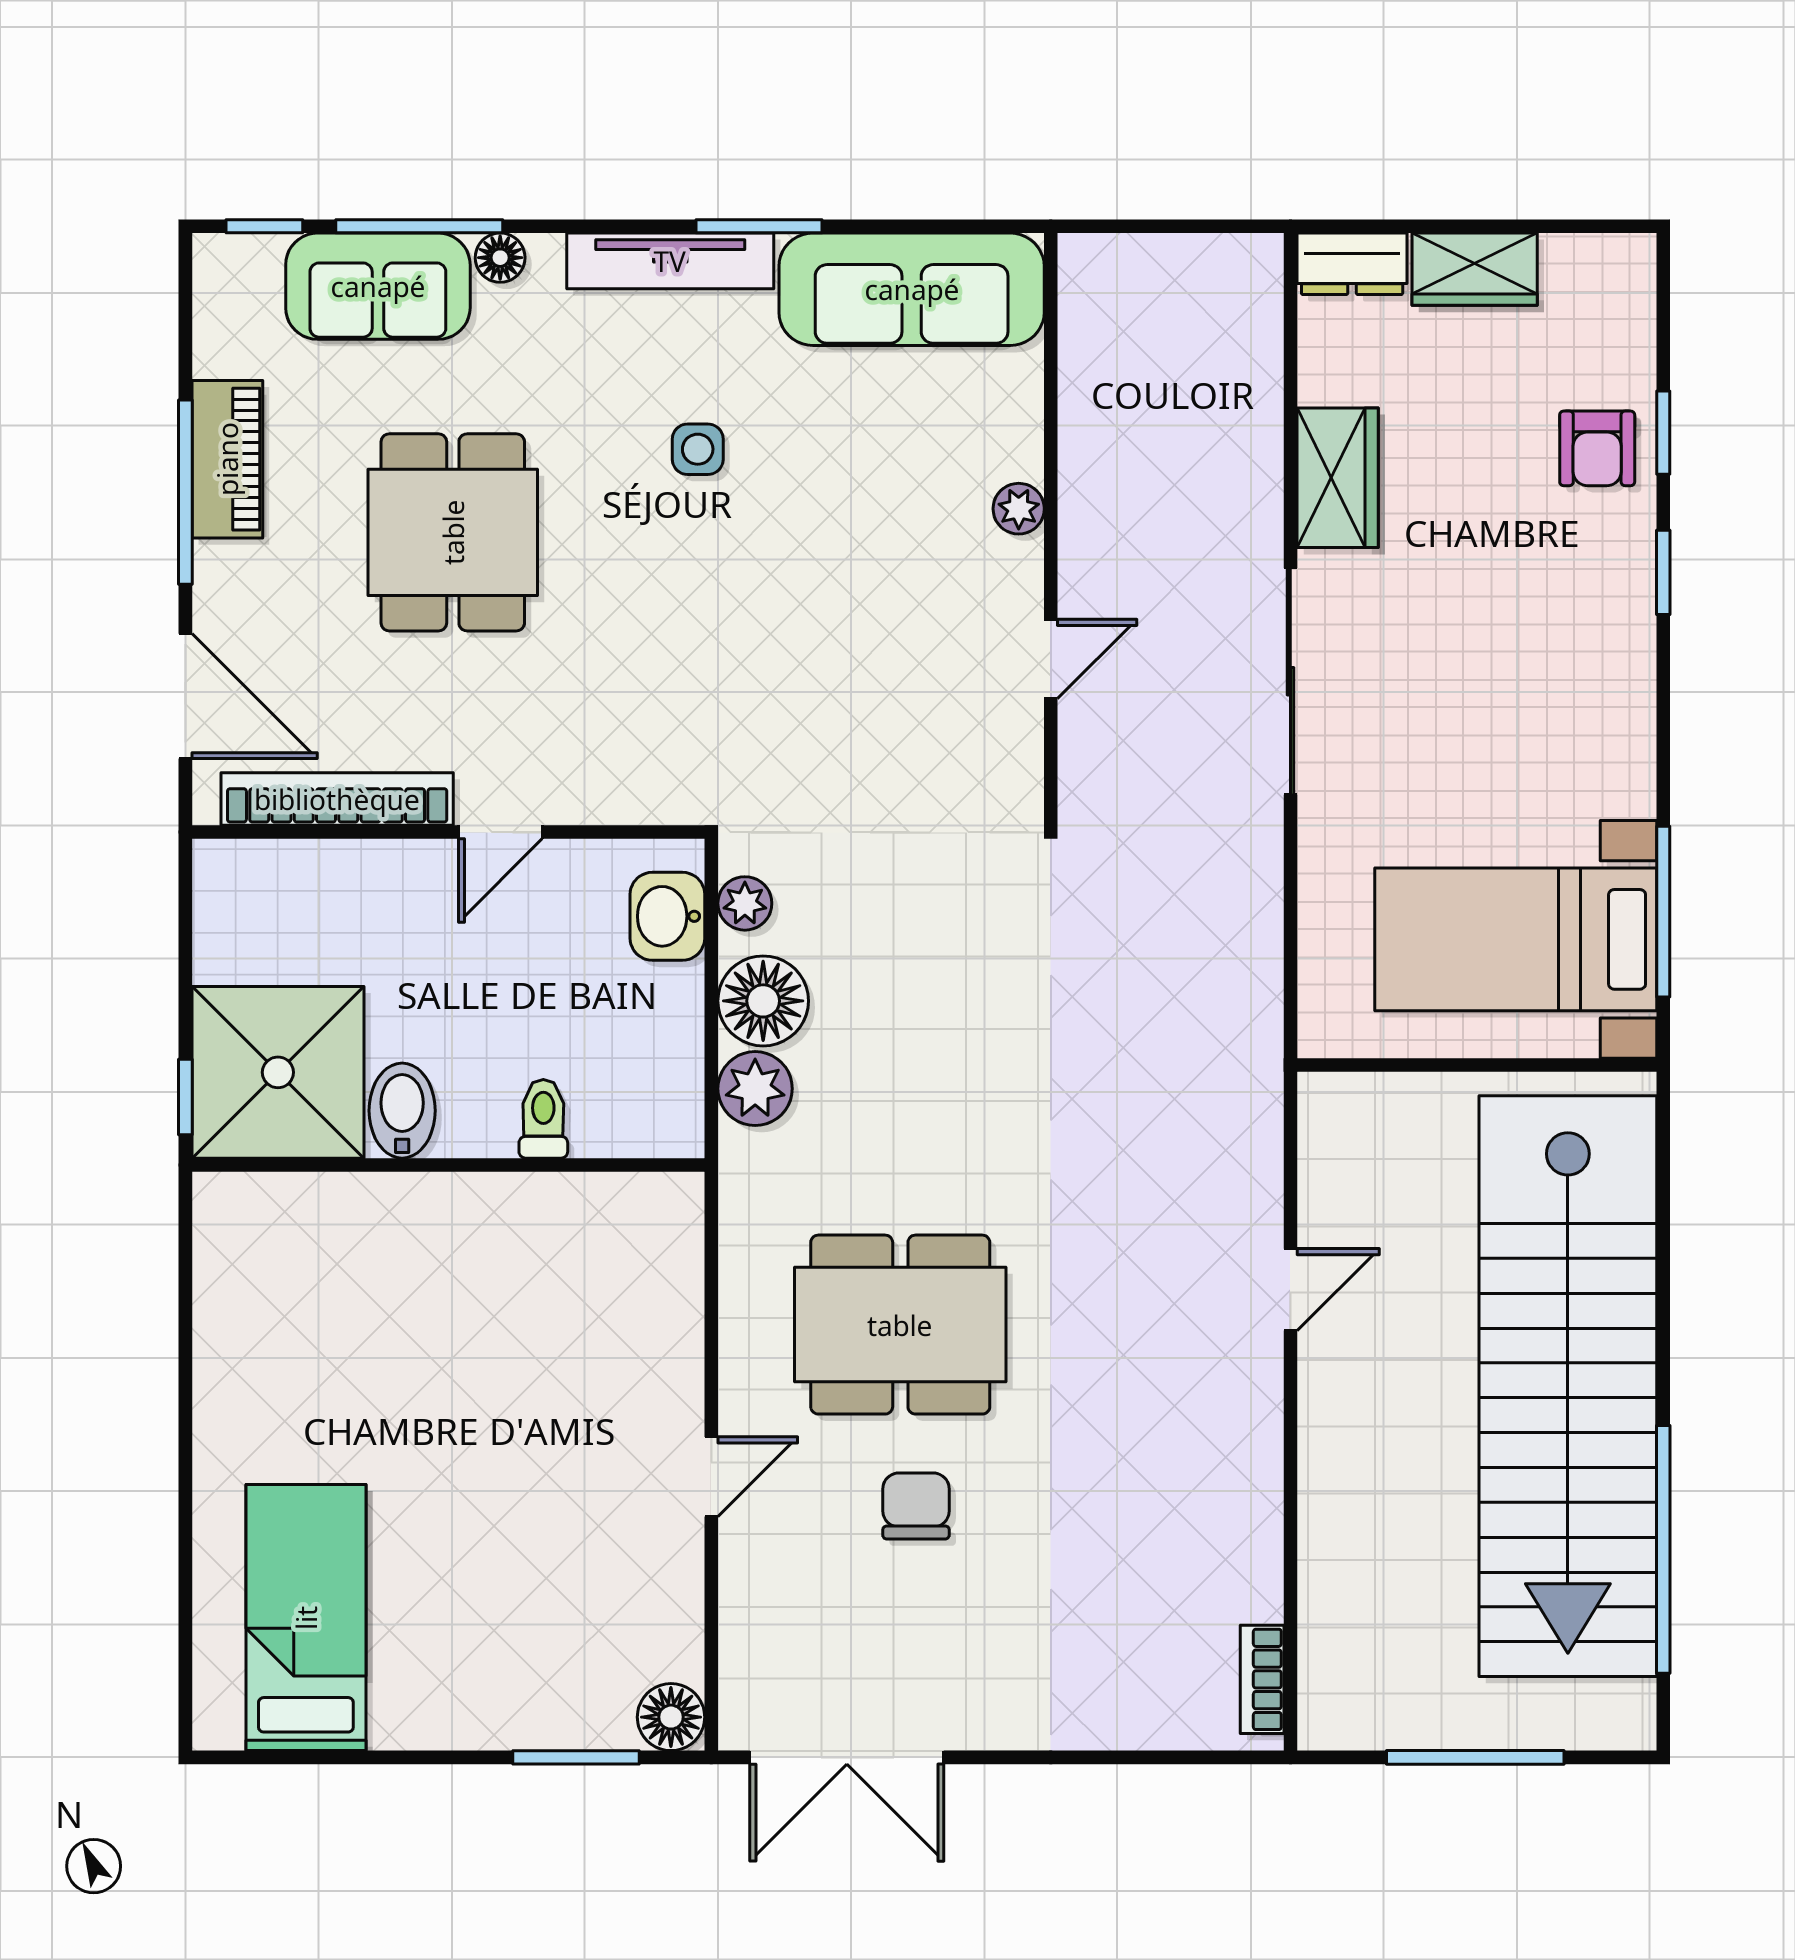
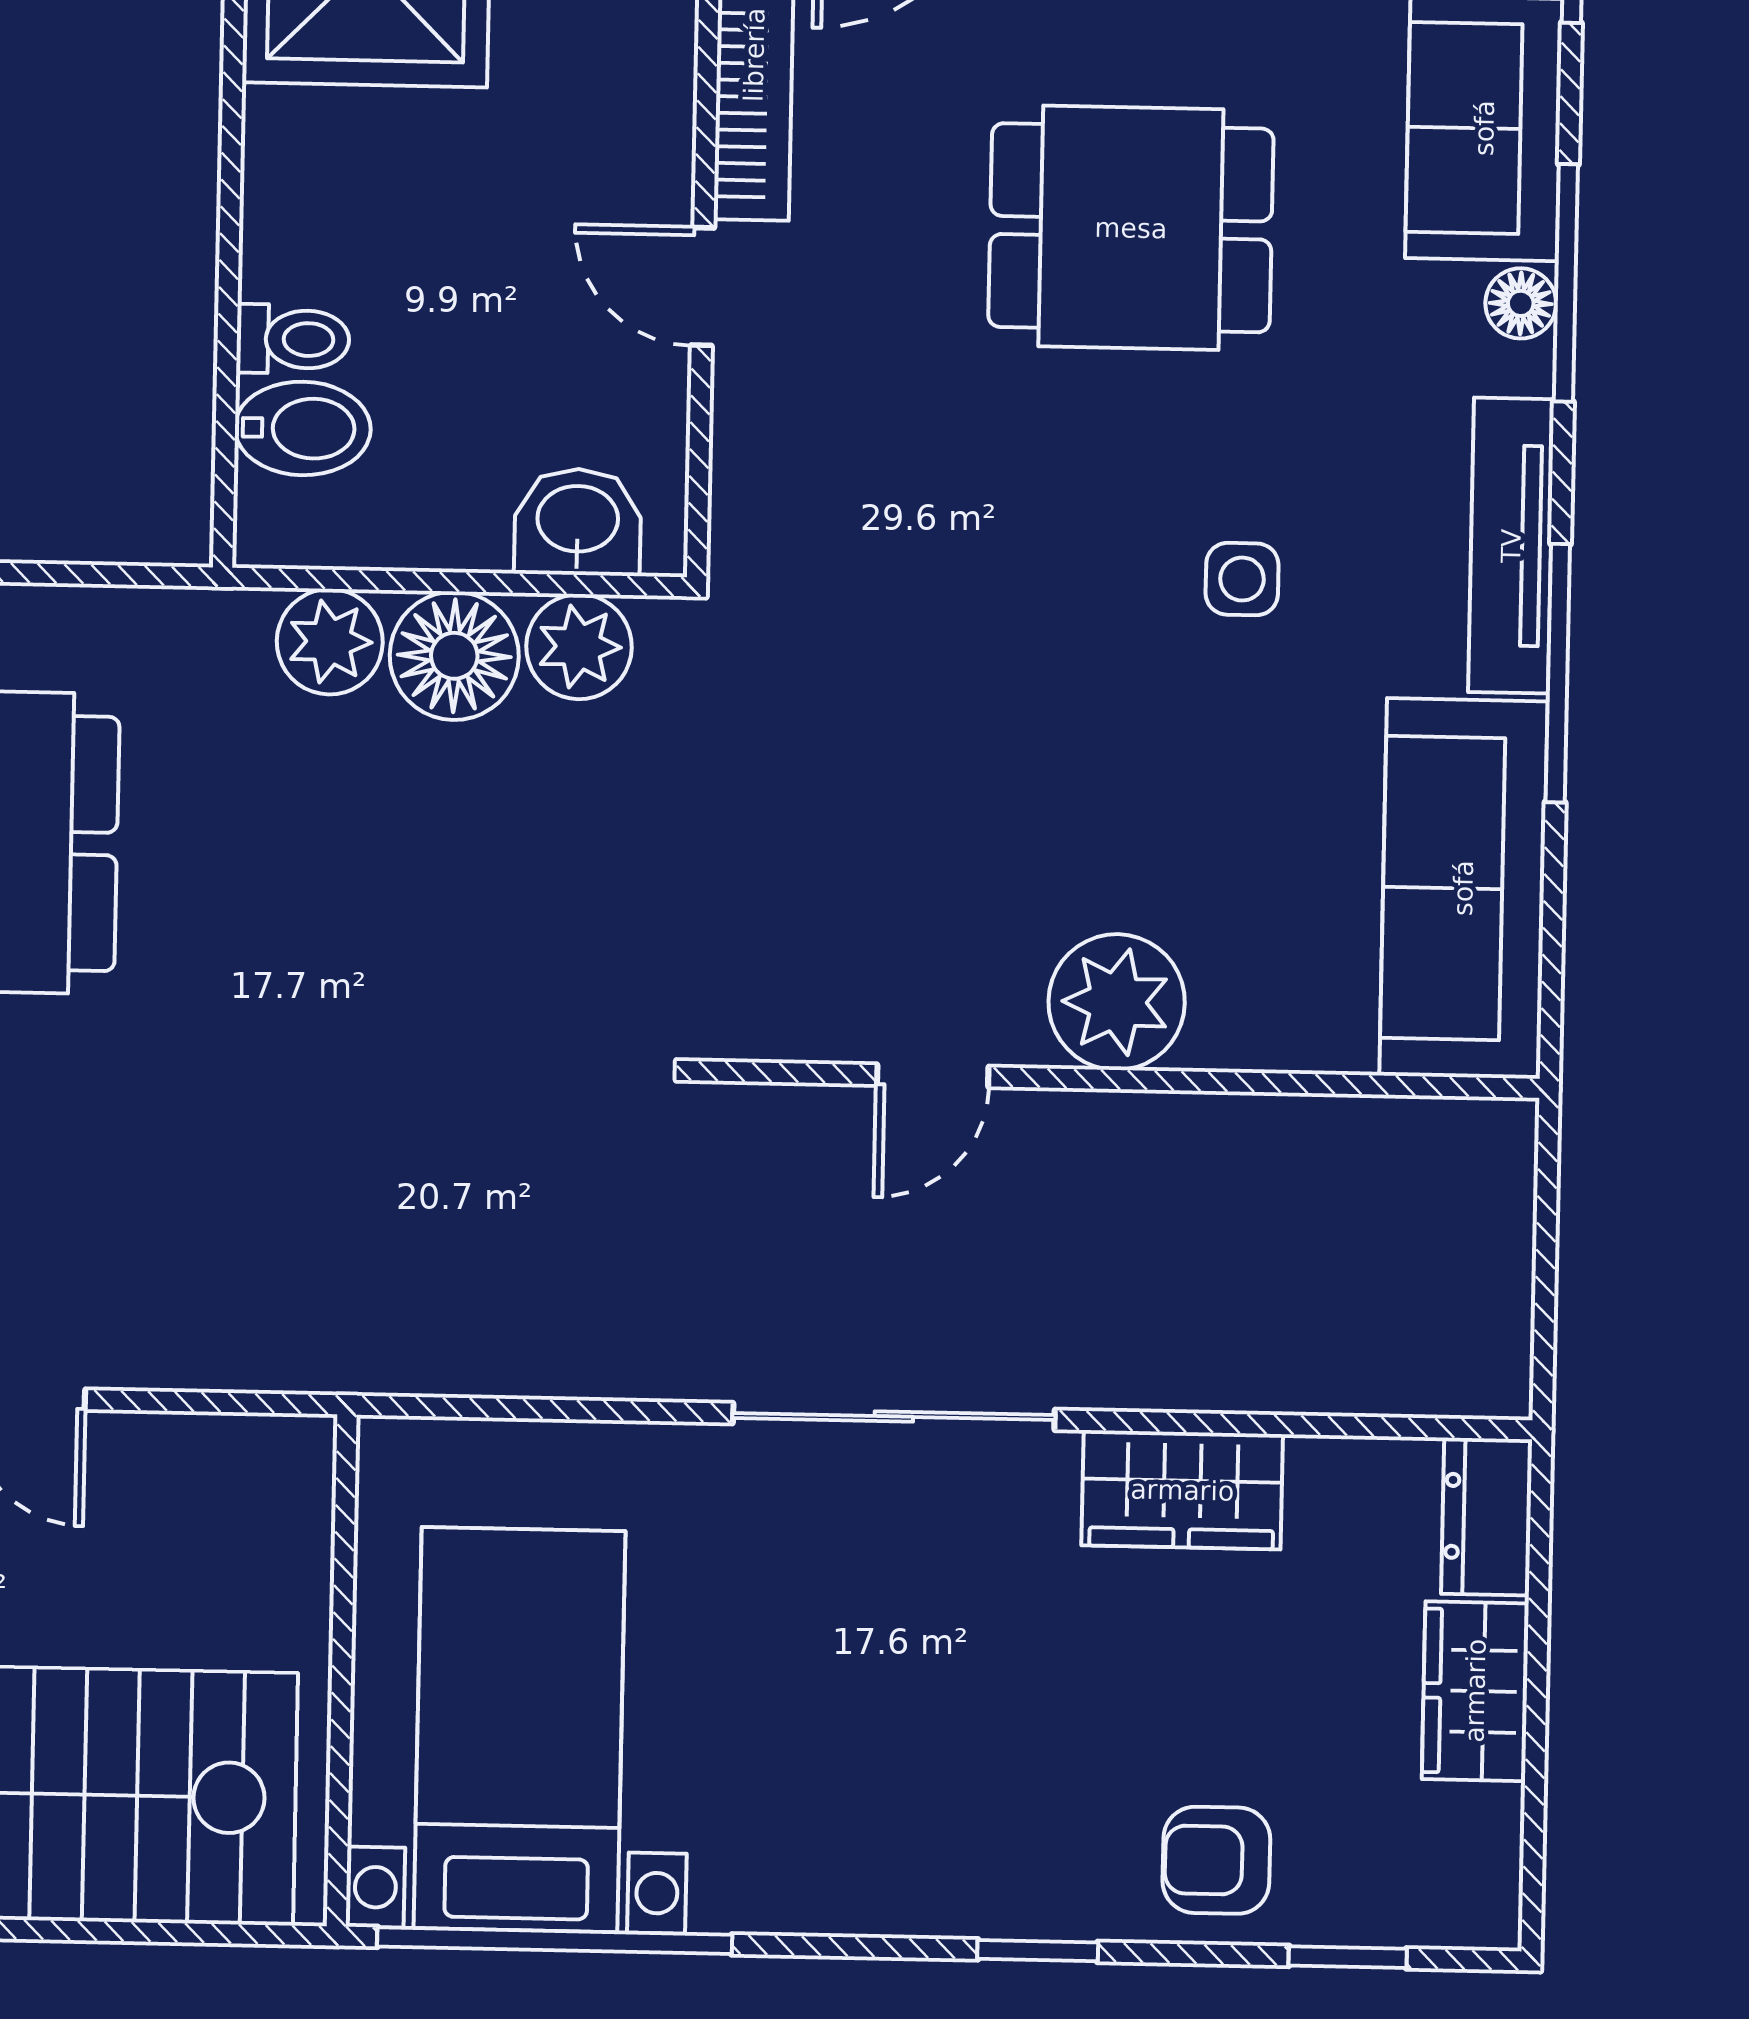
window: (419, 226) -> (1566, 283), moved
window: (759, 226) -> (1558, 673), width x1.44
window: (1663, 433) -> (1348, 1957), moved
plant: (1019, 509) -> (1117, 1002), width x1.88, depth x1.88
door: (1051, 659) -> (933, 1076), hinge flipped
plant: (745, 903) -> (579, 647), width x1.38, depth x1.38
window: (1663, 912) -> (555, 1941), width x1.46
bidet: (402, 1111) -> (303, 428), moved

